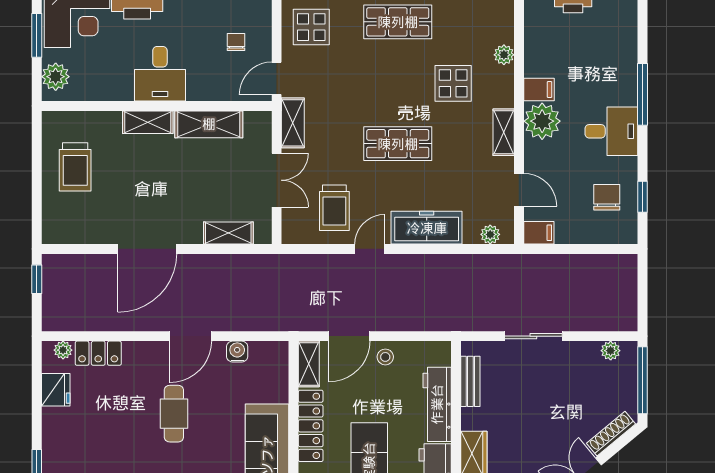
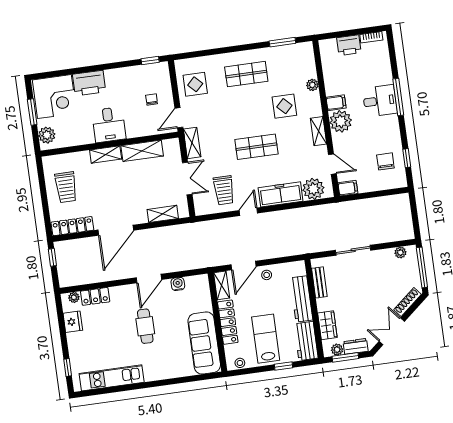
desk: (611, 131) -> (380, 101), moved
locker: (77, 232) -> (72, 226), added
plant: (490, 234) -> (313, 189), width x1.88, depth x1.88

